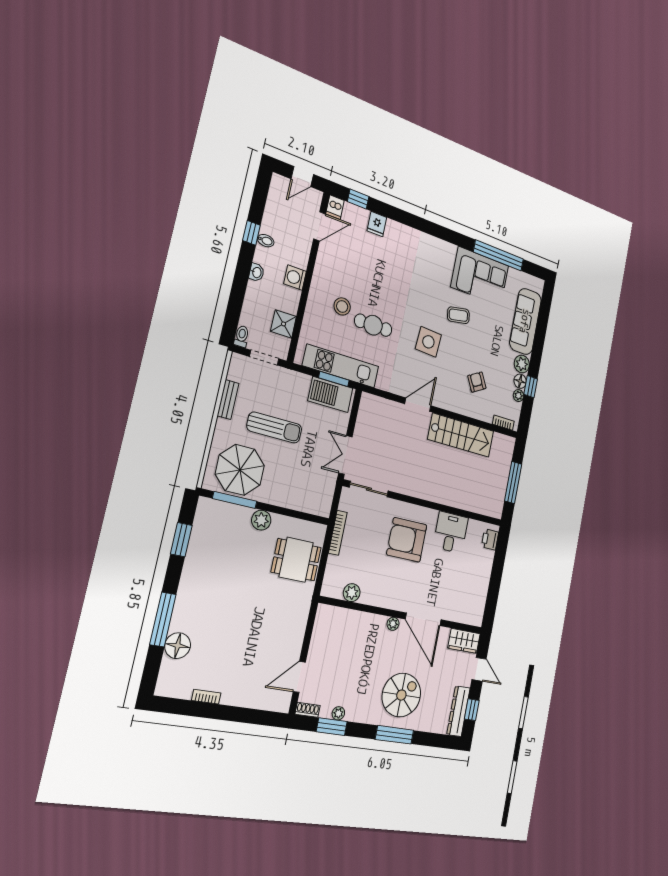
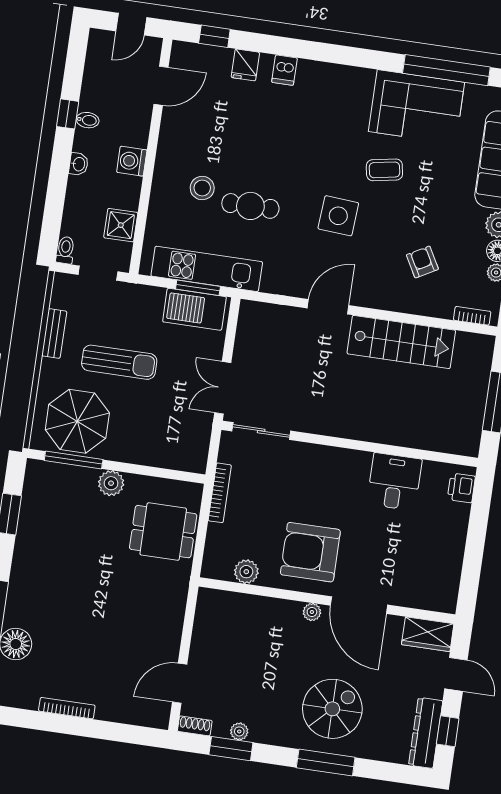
dishwasher: (335, 207) -> (284, 70), moved
armchair: (407, 540) -> (310, 552), moved
bookcase: (206, 697) -> (67, 708), width x1.56

